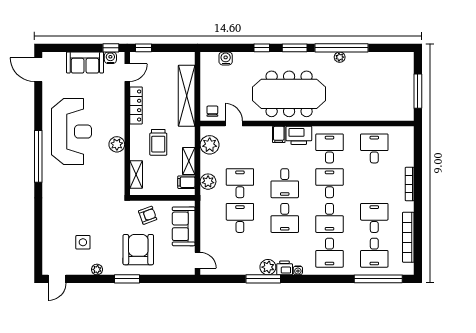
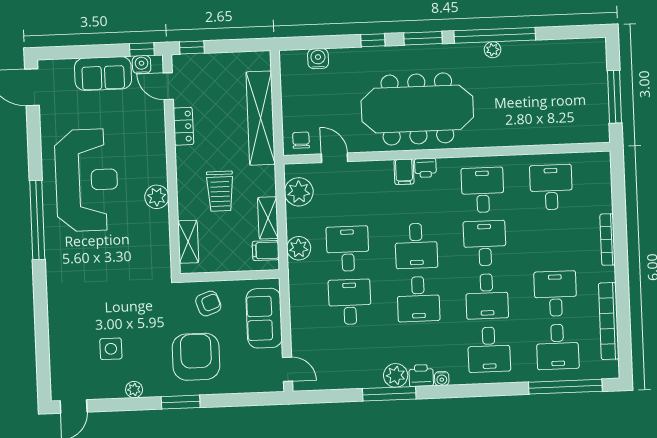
door: (127, 73) -> (168, 86), swing flipped
locker: (136, 105) -> (183, 126), width x0.66
printer: (299, 135) -> (425, 168), width x0.53, depth x0.68

